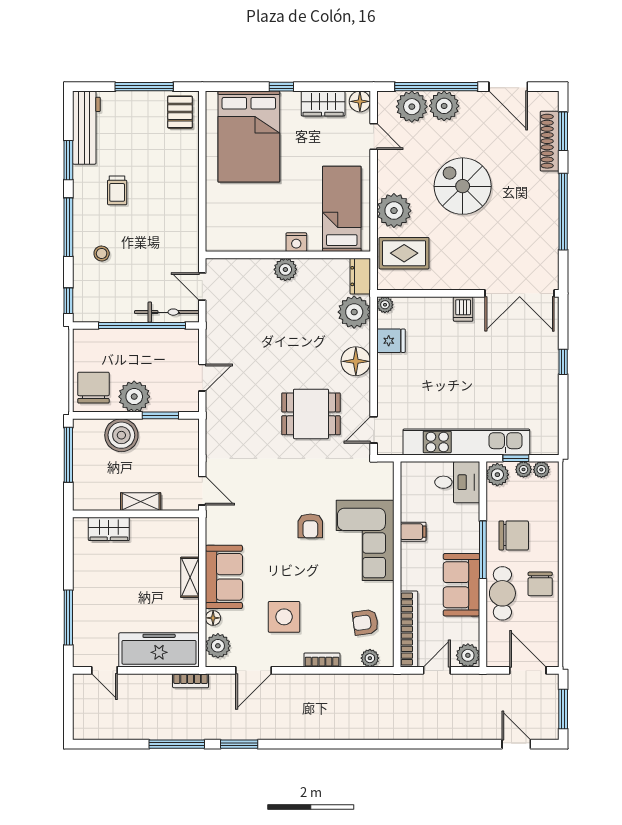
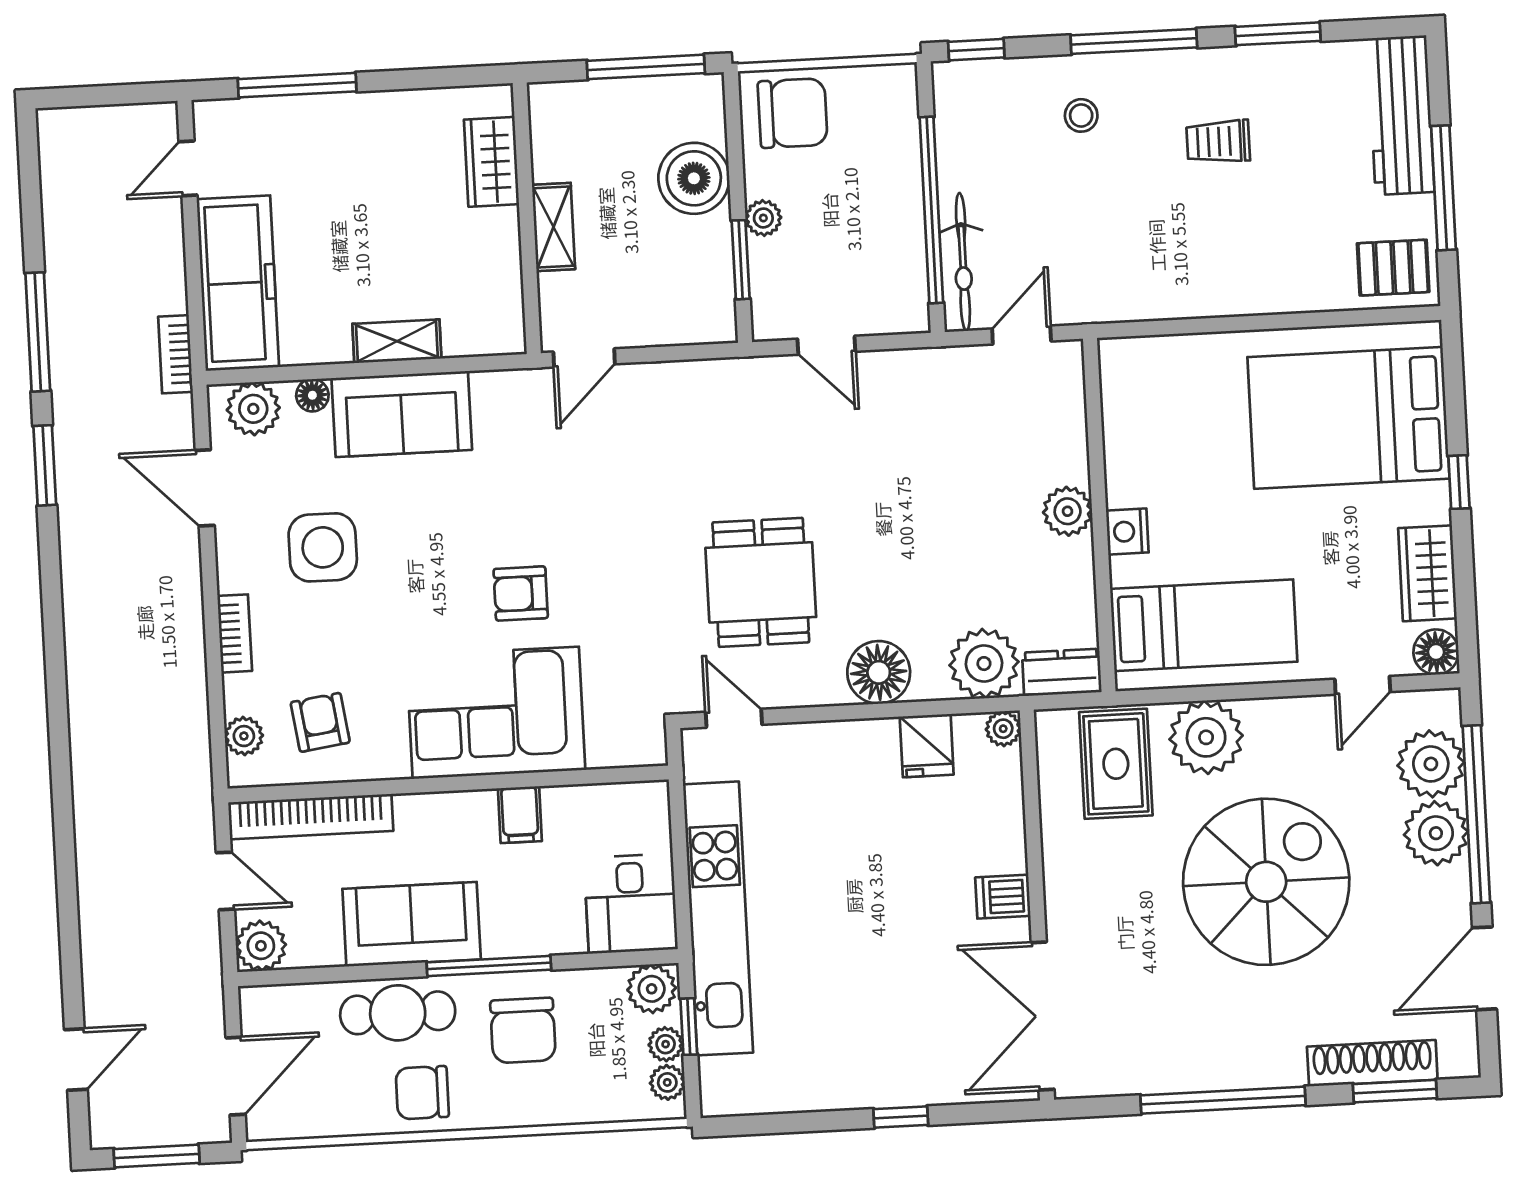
workbench: (86, 128) -> (1401, 115), moved, turned 90
spiral stairs: (463, 186) -> (1266, 882), width x1.37, depth x1.37
plant: (134, 397) -> (763, 218), width x0.53, depth x0.53

